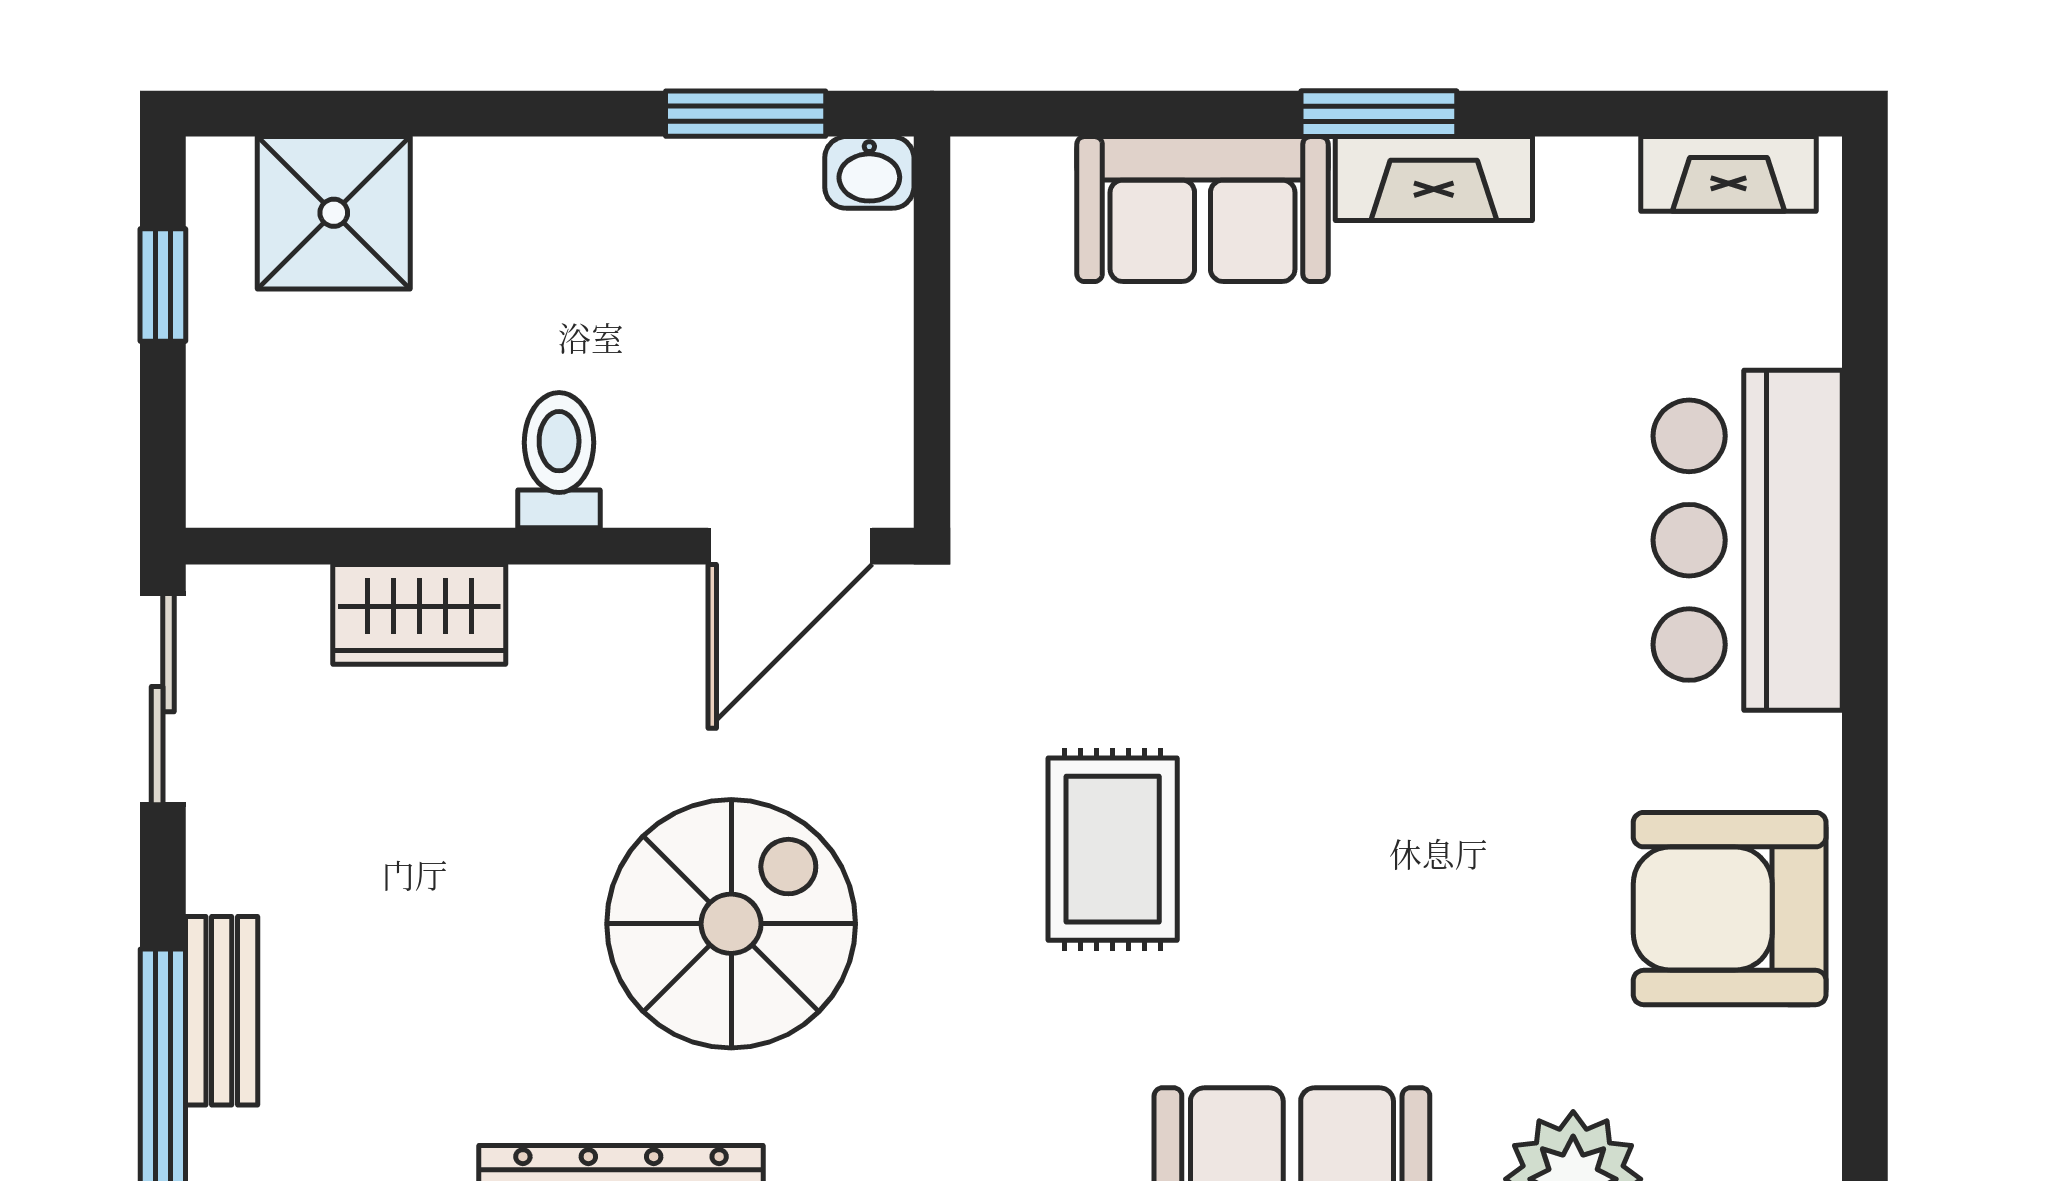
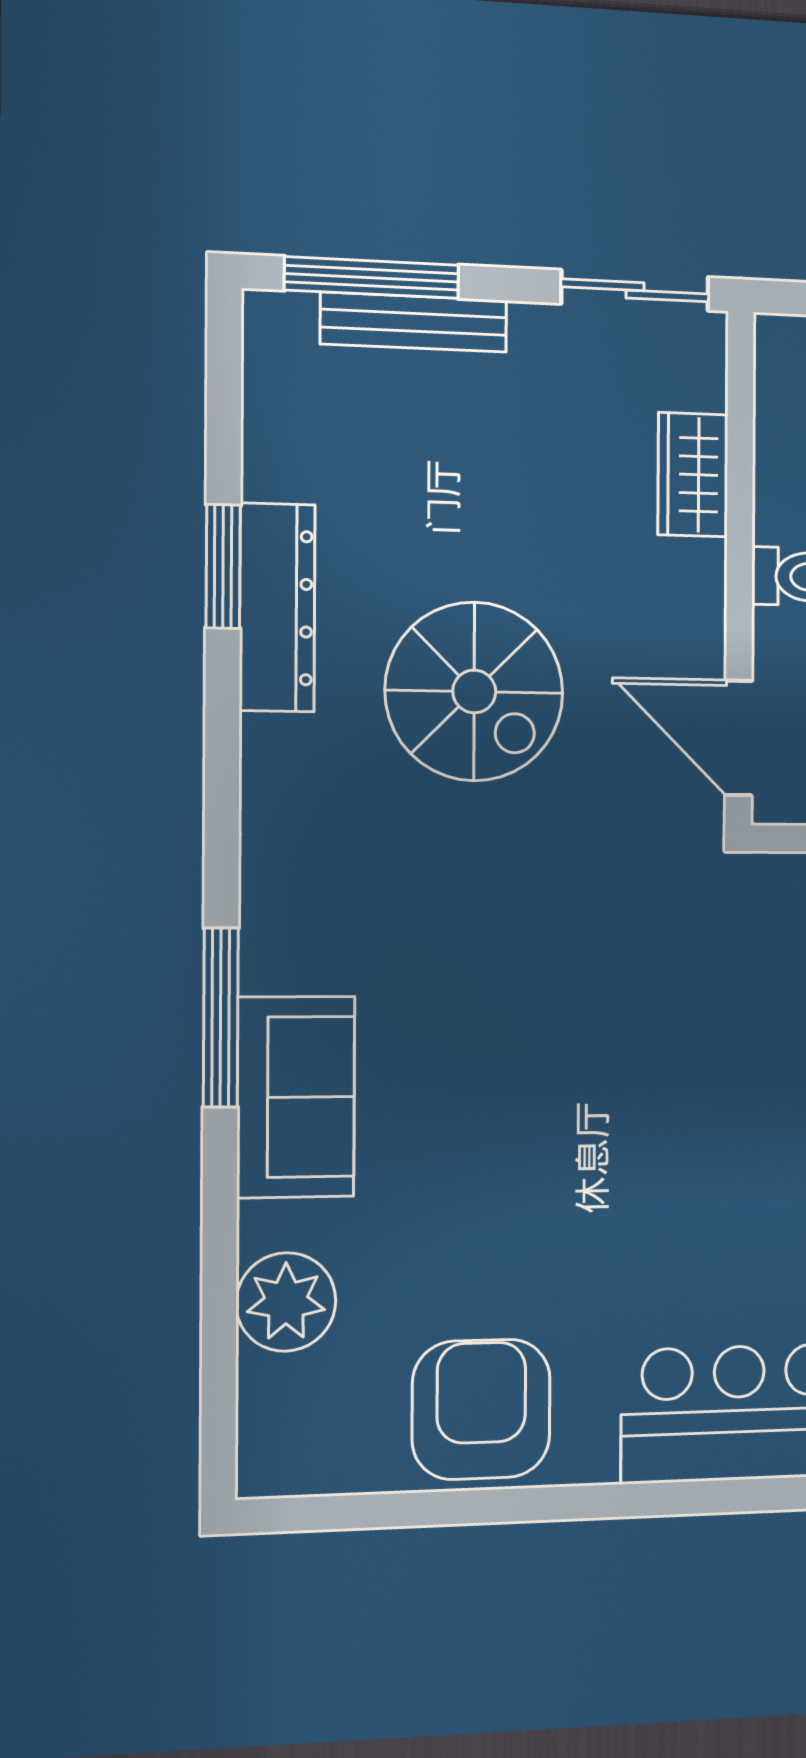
rug: (1113, 849) -> (526, 966), removed
bench: (222, 1011) -> (414, 322), width x1.36

